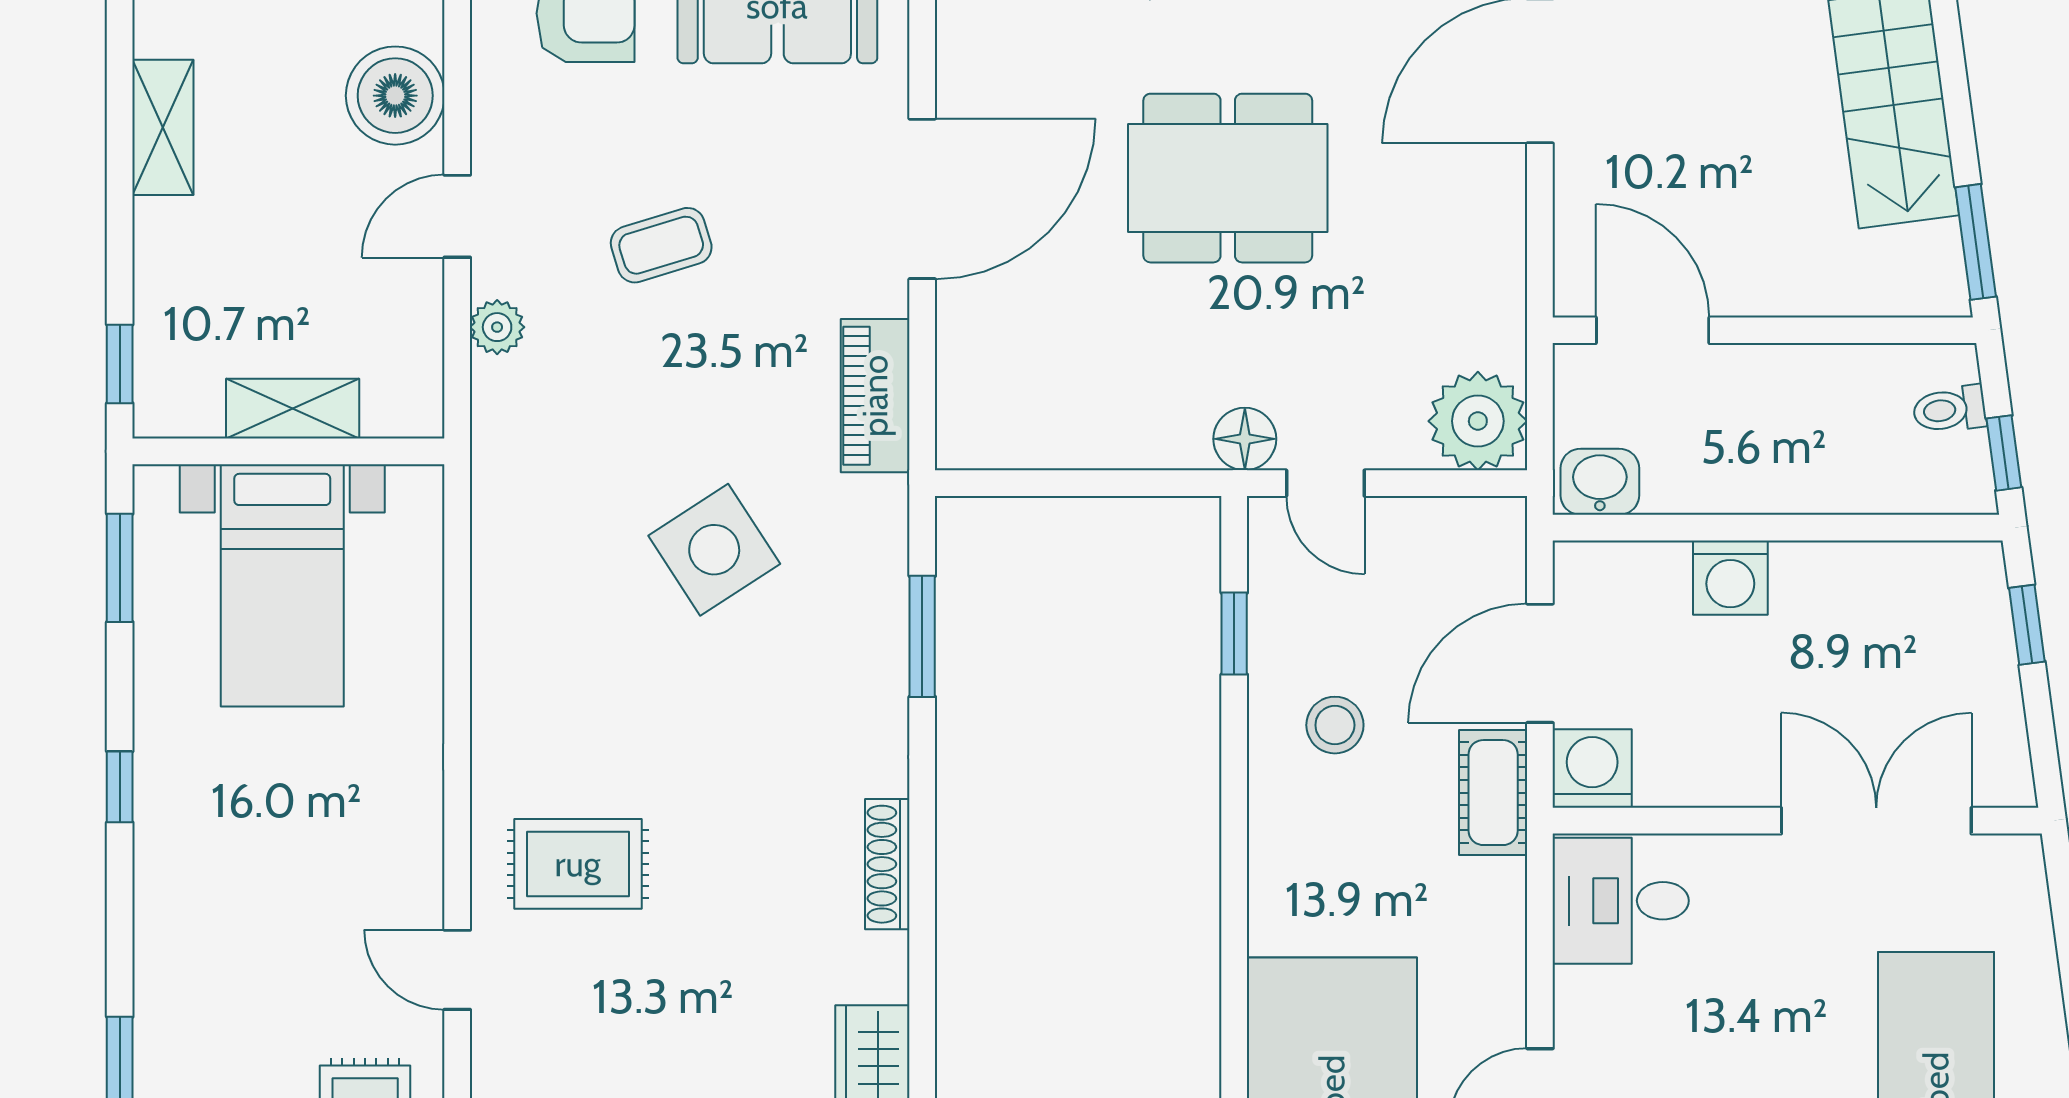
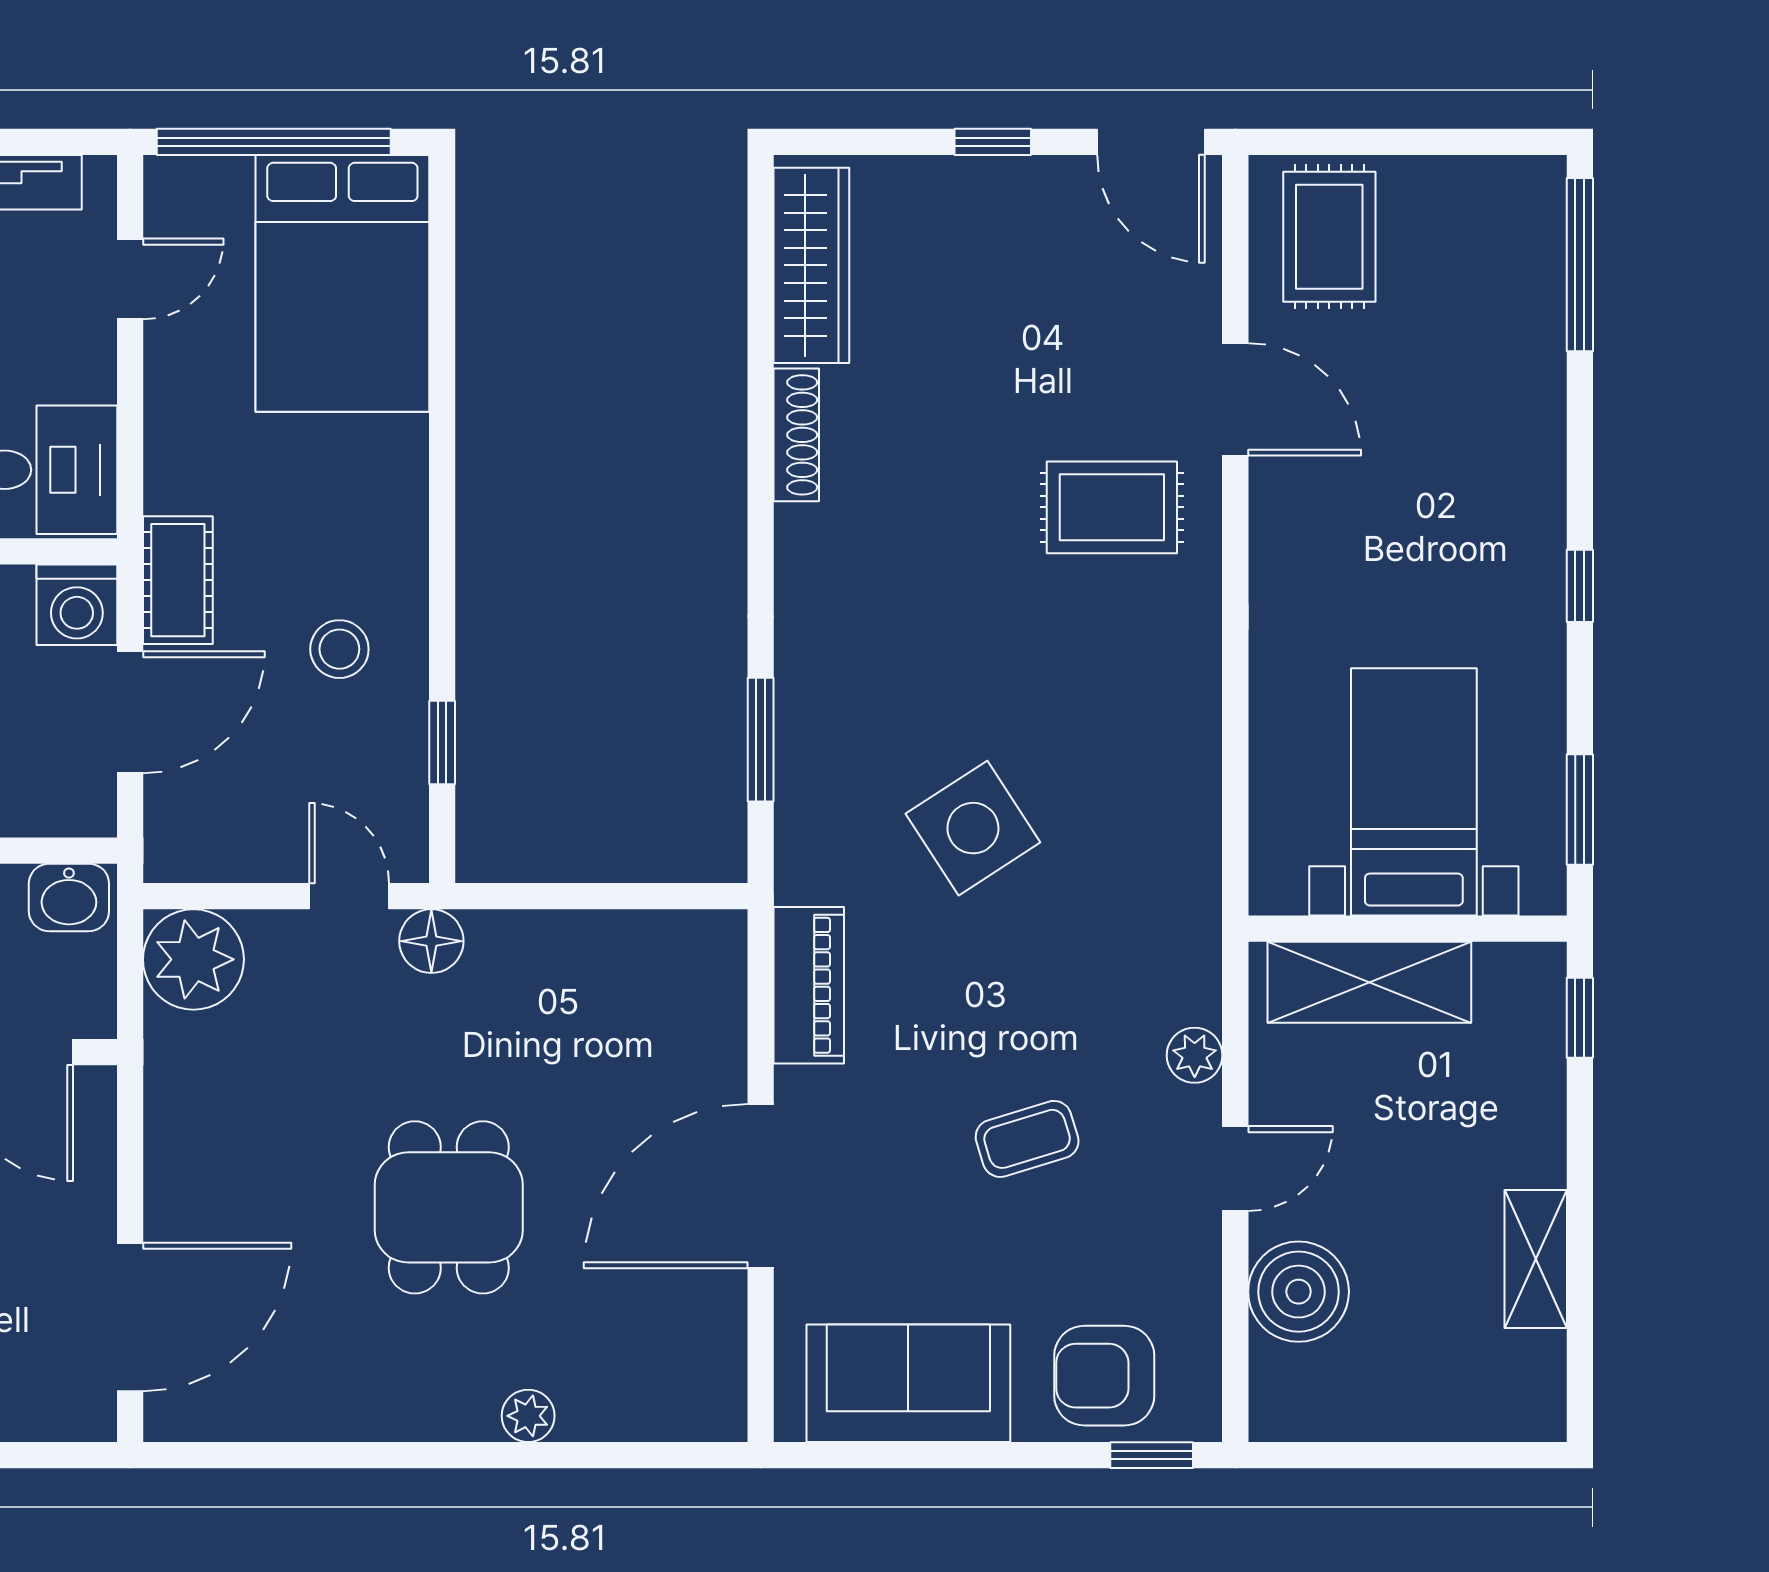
dining table: (1228, 178) -> (449, 1207), width x0.73
shelving: (293, 409) -> (1369, 982), width x1.50, depth x1.33
shoe rack: (887, 864) -> (796, 435), moved
door: (457, 970) -> (1235, 399), width x1.38

